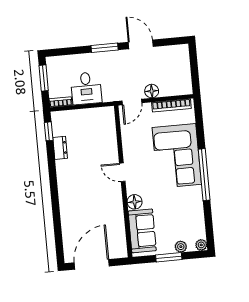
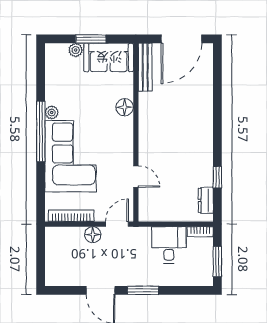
window: (49, 131) -> (217, 177), moved
dresser: (60, 148) -> (206, 200), moved
door: (122, 172) -> (136, 177), moved
sofa: (142, 231) -> (109, 57), moved, turned -90
bench: (120, 237) -> (145, 67), added
plant: (201, 245) -> (52, 112), moved

